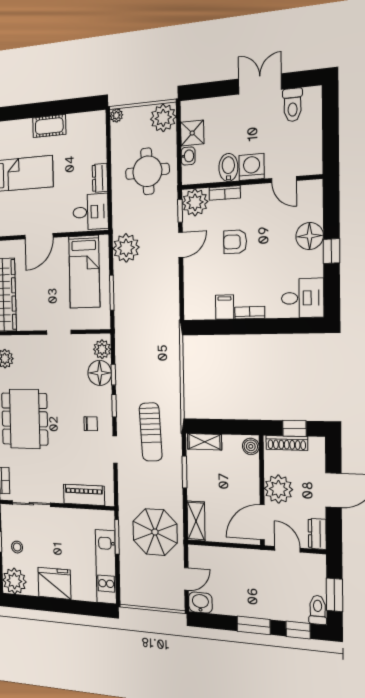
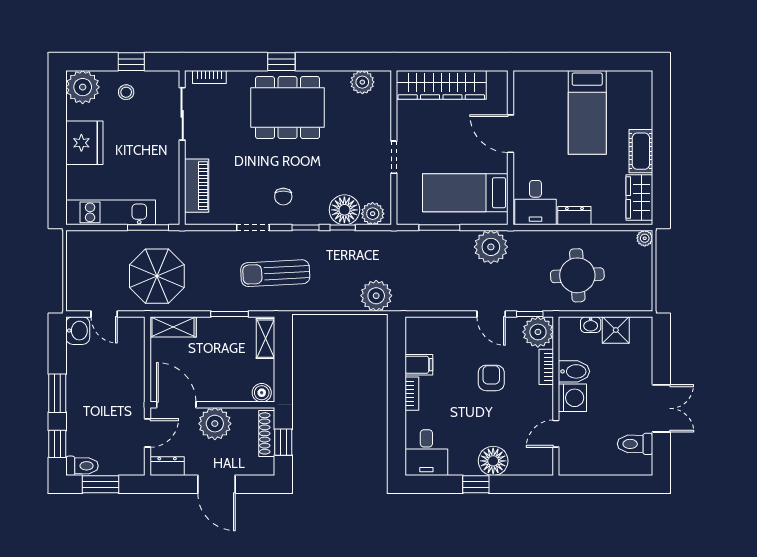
plant: (163, 118) -> (376, 296), moved
wardrobe: (85, 123) -> (639, 197), added

